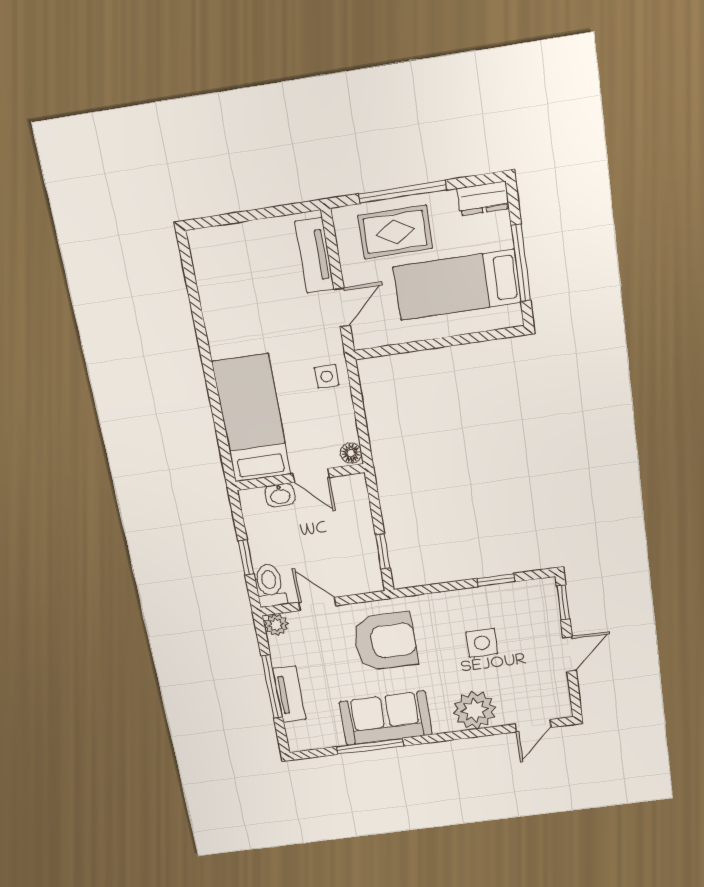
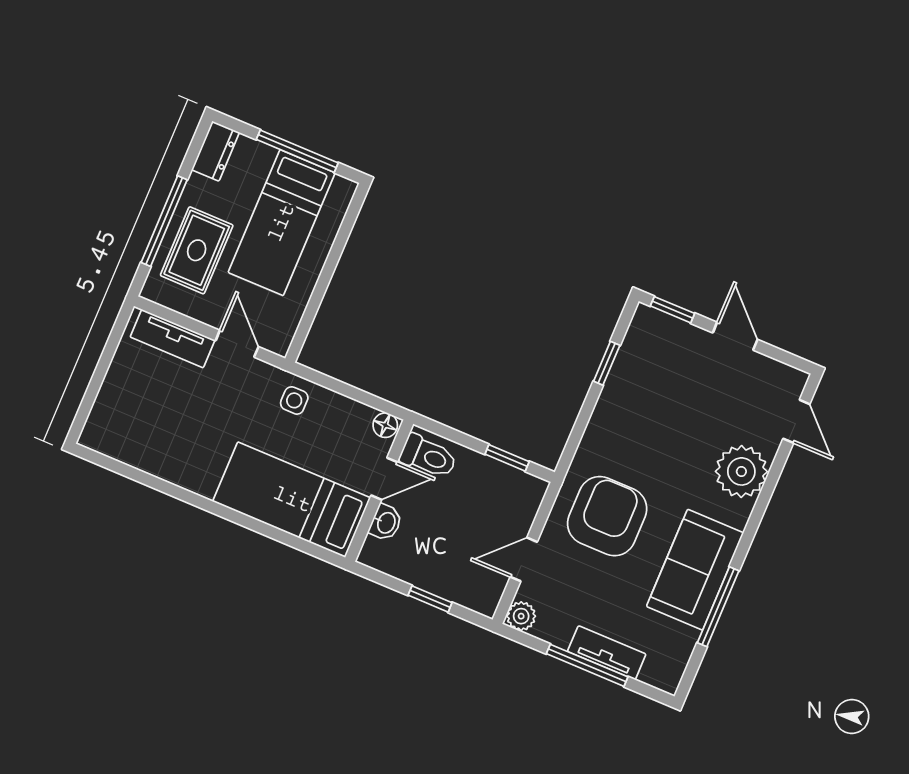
toilet: (270, 585) -> (428, 456), moved, turned 180
side table: (482, 643) -> (668, 419), removed

